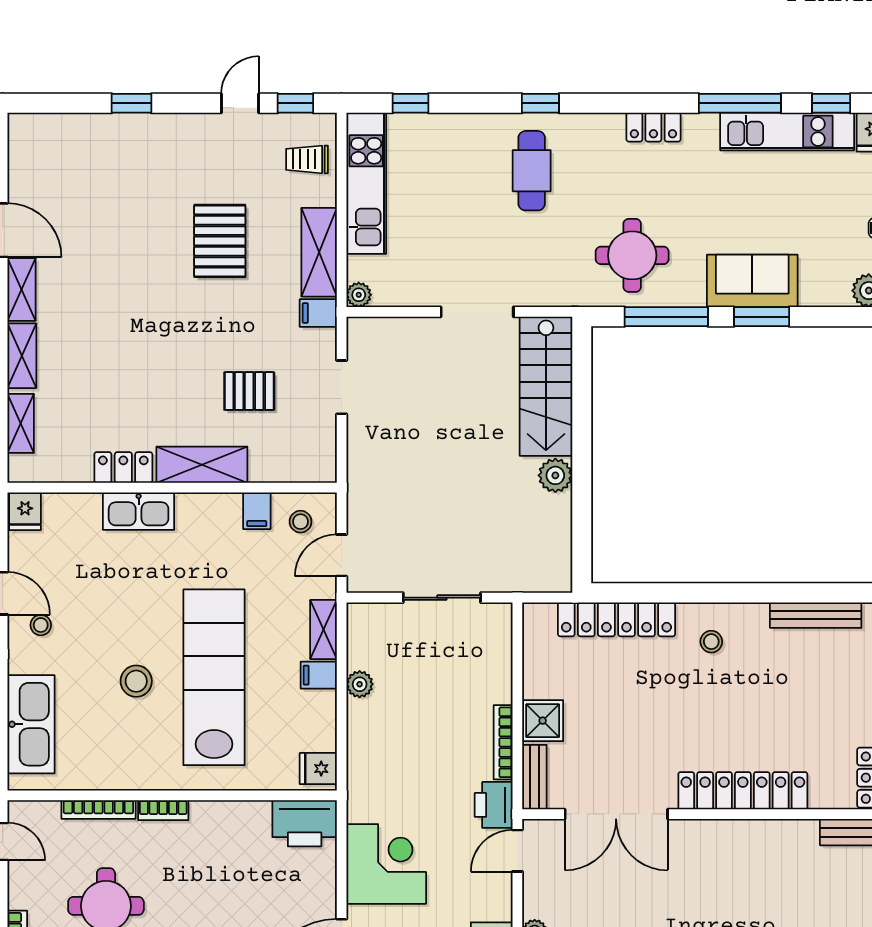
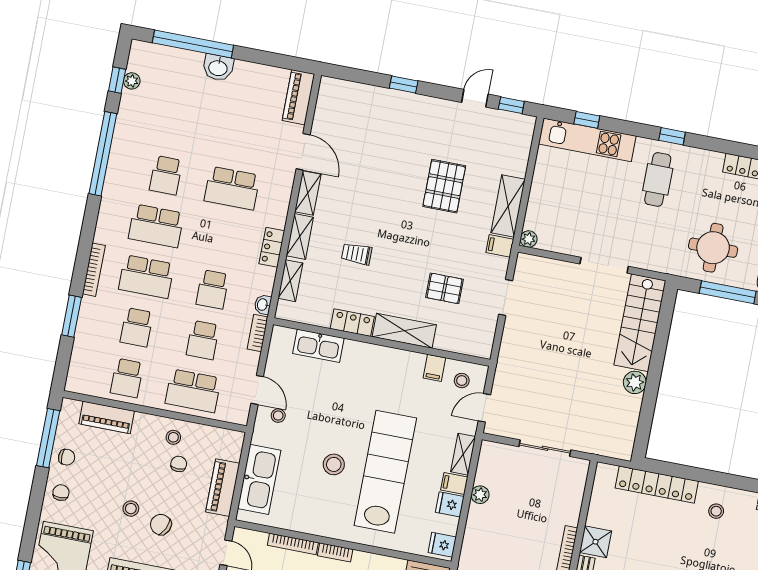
trolley: (307, 159) -> (357, 254), moved
kitchen unit: (366, 183) -> (587, 140), moved, turned 90
fridge: (25, 511) -> (450, 504), moved, turned 90
kitchen sink: (139, 511) -> (318, 346), moved

